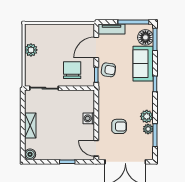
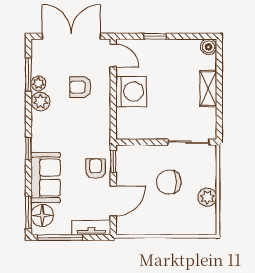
chair: (72, 70) -> (169, 182), moved, turned 90
armchair: (108, 70) -> (96, 169), turned 82
washing machine: (89, 118) -> (131, 92), width x1.89, depth x1.89

